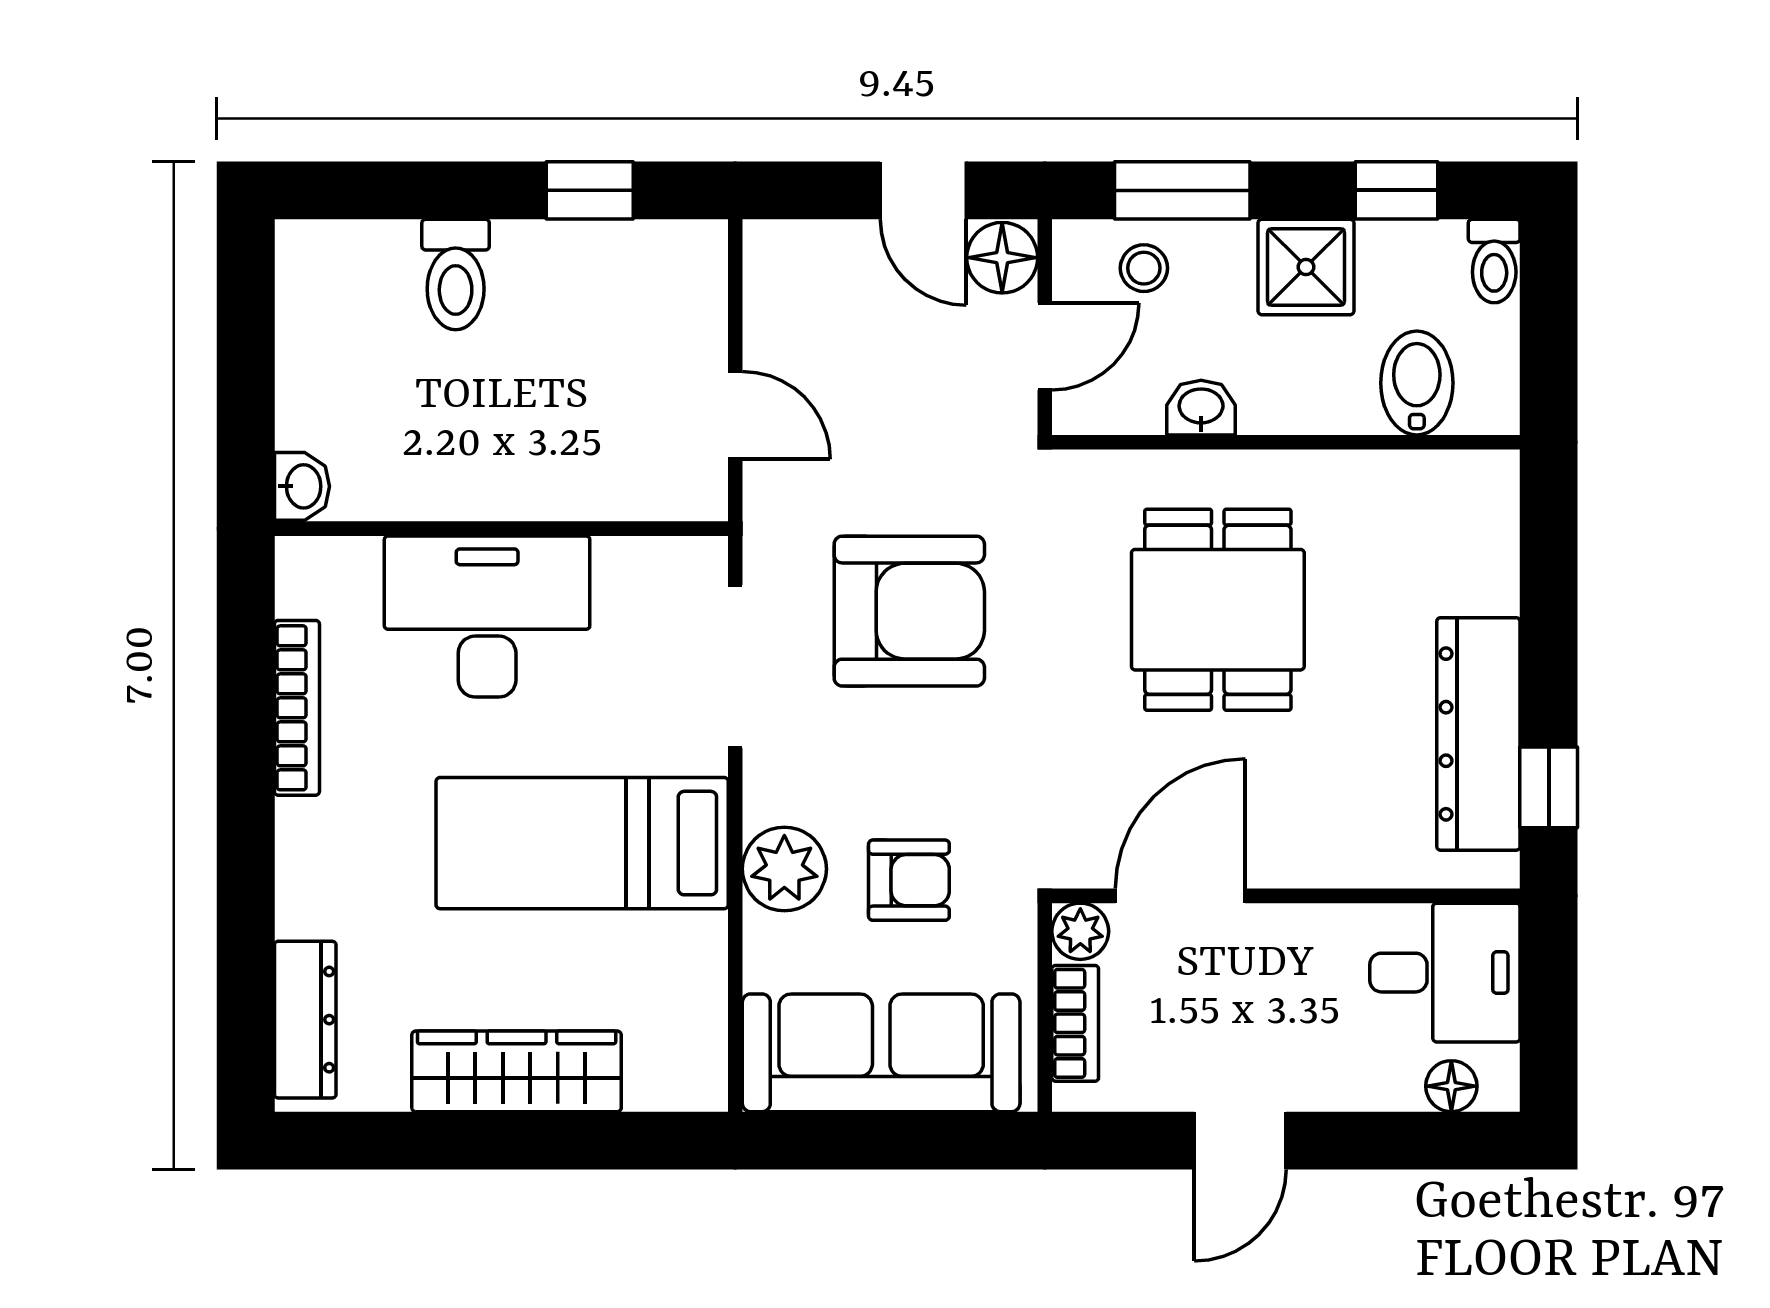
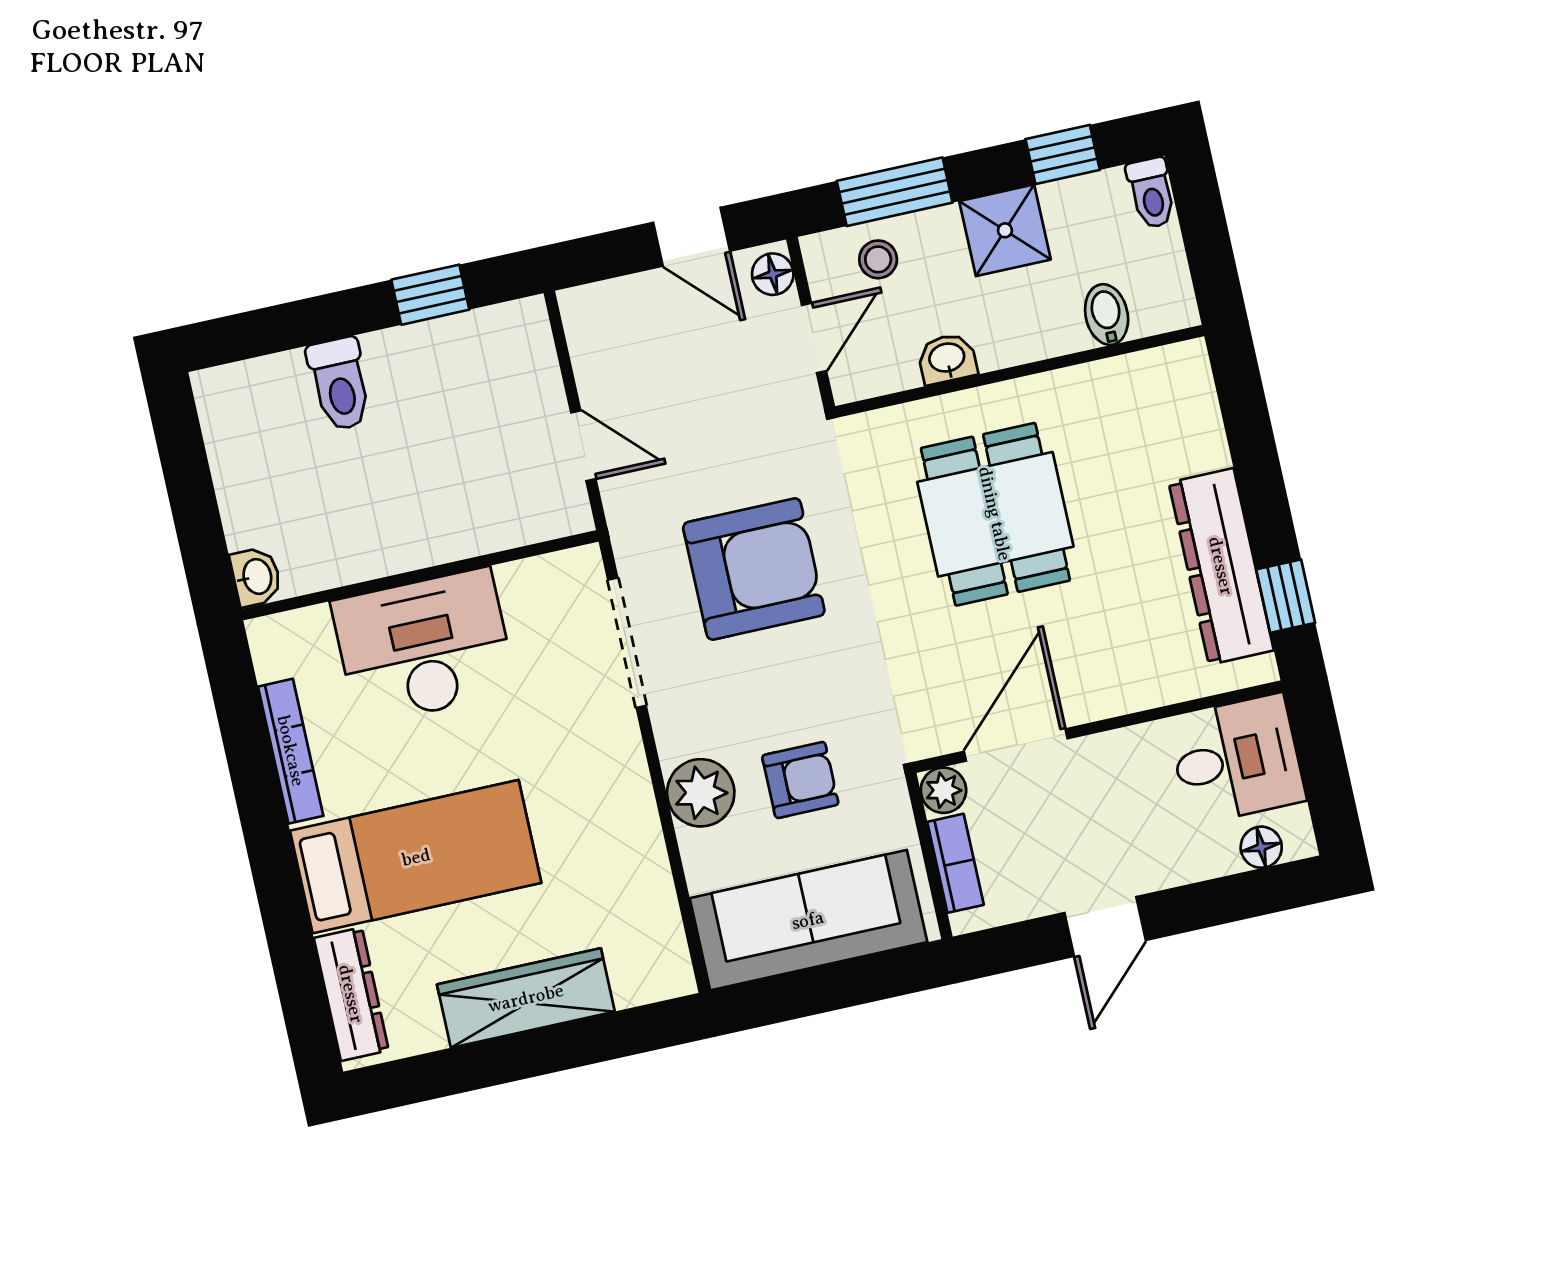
floor lamp: (1002, 258) -> (773, 274), width x0.73, depth x0.73
bidet: (1417, 383) -> (1107, 315), width x0.72, depth x0.74
bed: (582, 843) -> (416, 857), moved, turned 180

